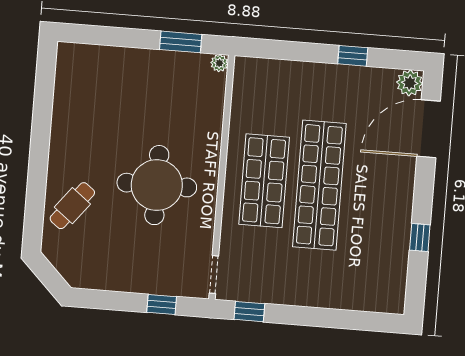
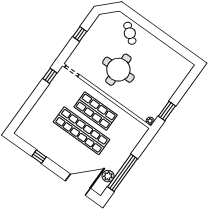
window: (353, 56) -> (123, 173), width x3.17
plant: (410, 83) -> (108, 176), moved
door: (429, 129) -> (78, 185), hinge flipped
window: (162, 305) -> (80, 34), moved

